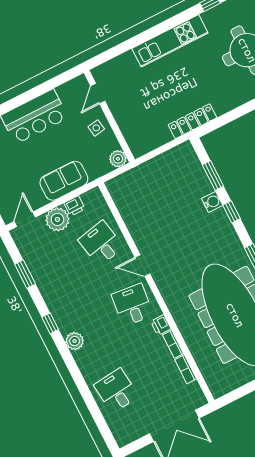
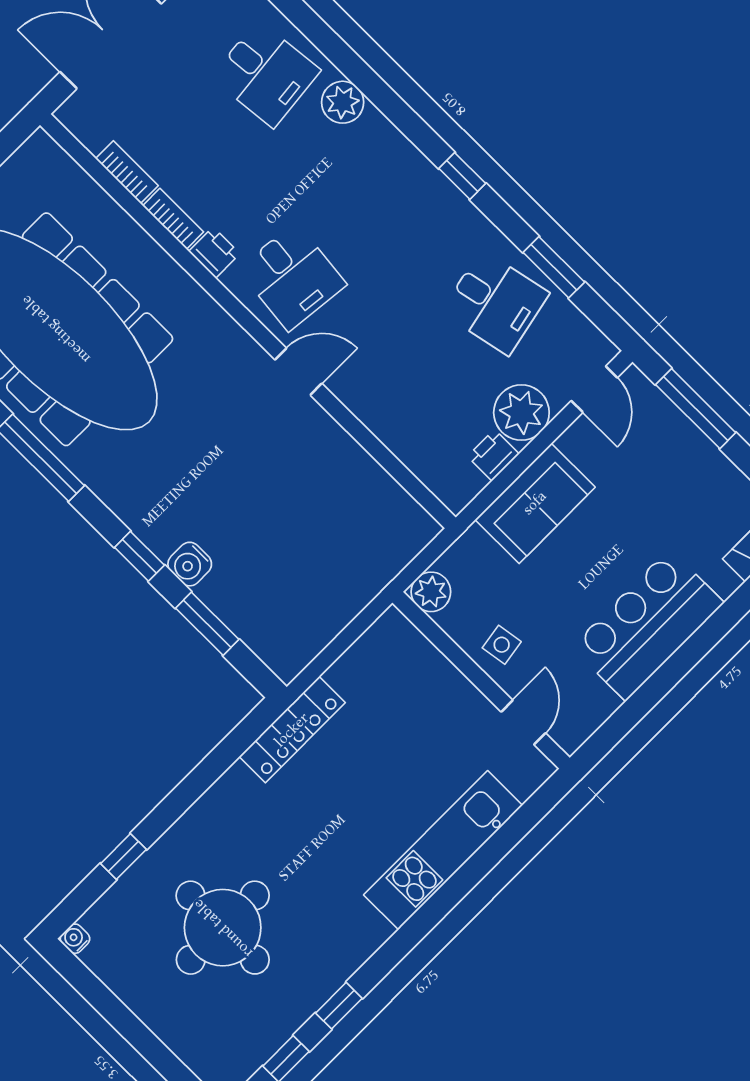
kitchen unit: (170, 41) -> (443, 850), moved
desk: (101, 243) -> (495, 303), moved
plant: (75, 341) -> (343, 102), moved

